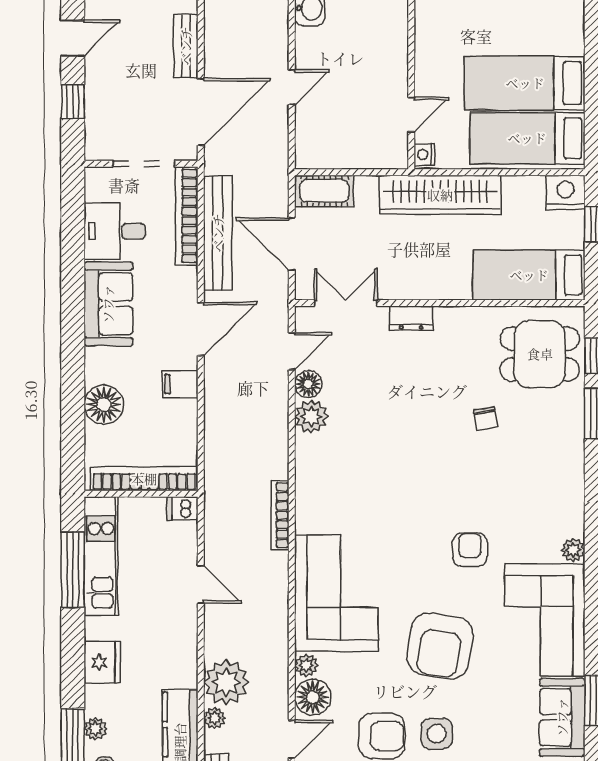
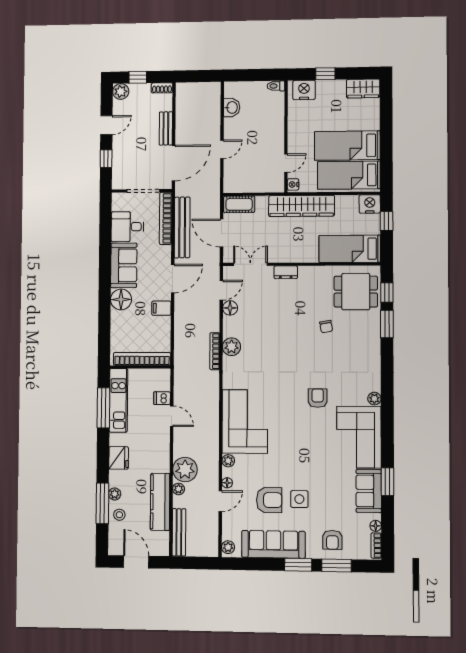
floor lamp: (104, 405) -> (121, 299), moved
plant: (311, 417) -> (231, 347), moved
dishwasher: (183, 508) -> (162, 398), moved
bookcase: (280, 515) -> (215, 351), moved
armchair: (440, 646) -> (301, 451), removed
floor lamp: (313, 697) -> (227, 483), width x0.53, depth x0.53

